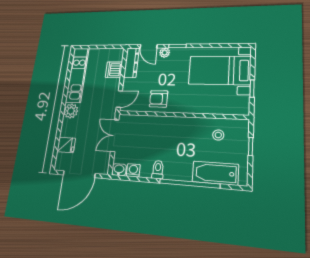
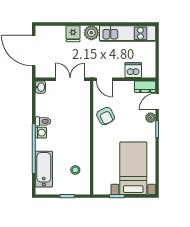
dresser: (131, 63) -> (145, 87), width x0.70
armchair: (159, 99) -> (106, 116), turned 153
fridge: (66, 145) -> (73, 34), moved
washing machine: (133, 170) -> (41, 133), moved

